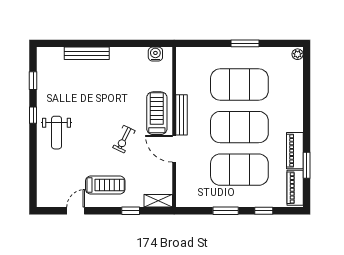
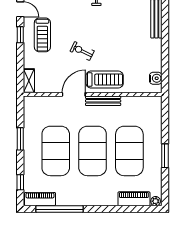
piano: (295, 151) -> (134, 199), moved
window: (307, 165) -> (60, 209), width x2.11
window: (131, 211) -> (20, 35), moved
window: (264, 211) -> (20, 182), moved

